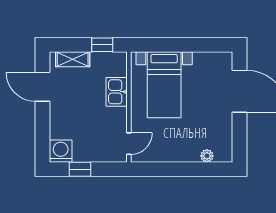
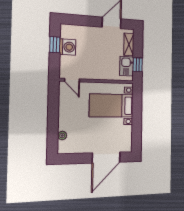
kitchen sink: (117, 92) -> (127, 66), moved, turned -90
washing machine: (61, 151) -> (68, 47), moved

